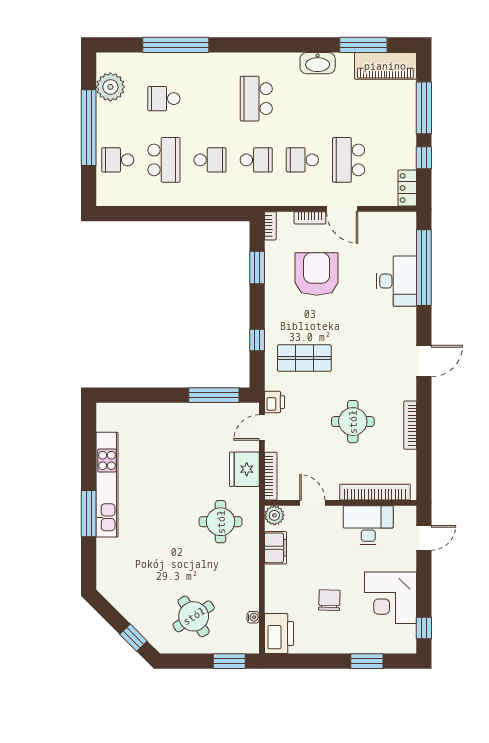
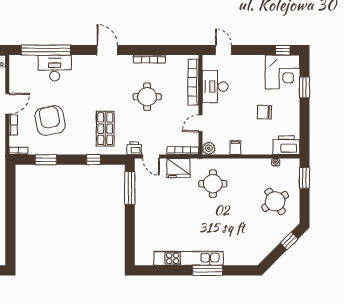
armchair: (317, 274) -> (50, 121), turned 79
filing cabinet: (276, 548) -> (235, 148), width x0.50
corner desk: (390, 598) -> (283, 72), moved

